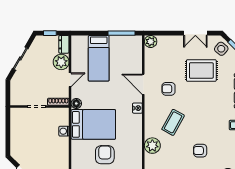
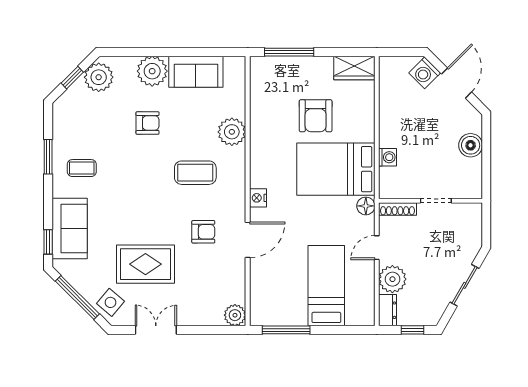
door: (143, 84) -> (248, 240), hinge flipped
coffee table: (173, 122) -> (195, 173), turned 61
boiler: (17, 138) -> (471, 145), added

